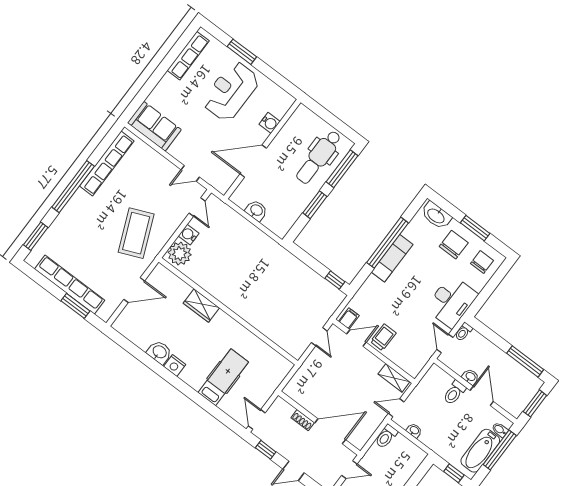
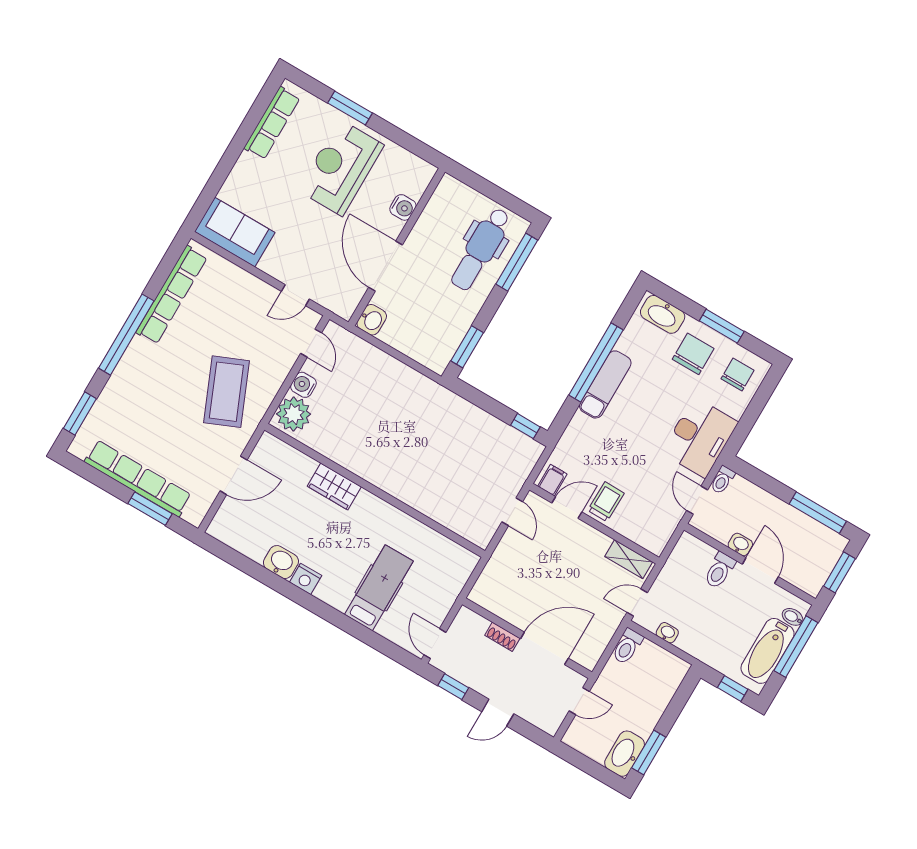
door: (253, 161) -> (386, 266), hinge flipped
window: (315, 205) -> (467, 347), moved
washbasin: (256, 210) -> (372, 320), moved, turned 90

